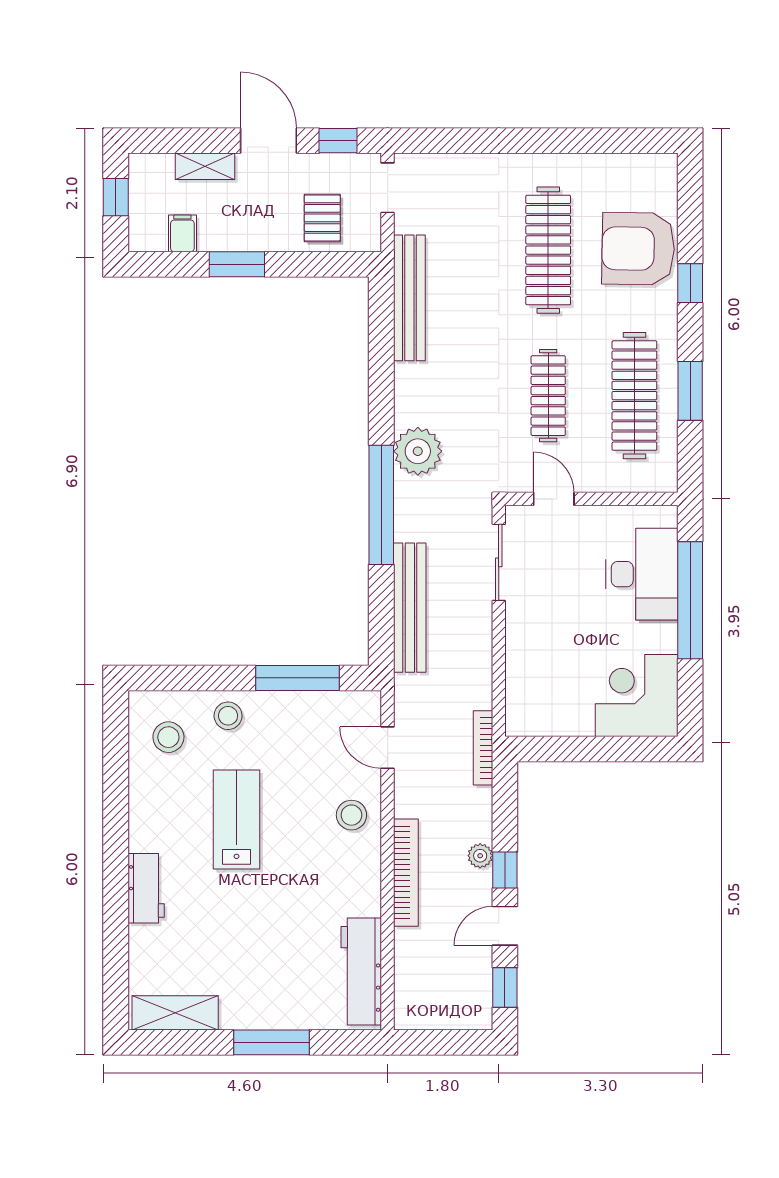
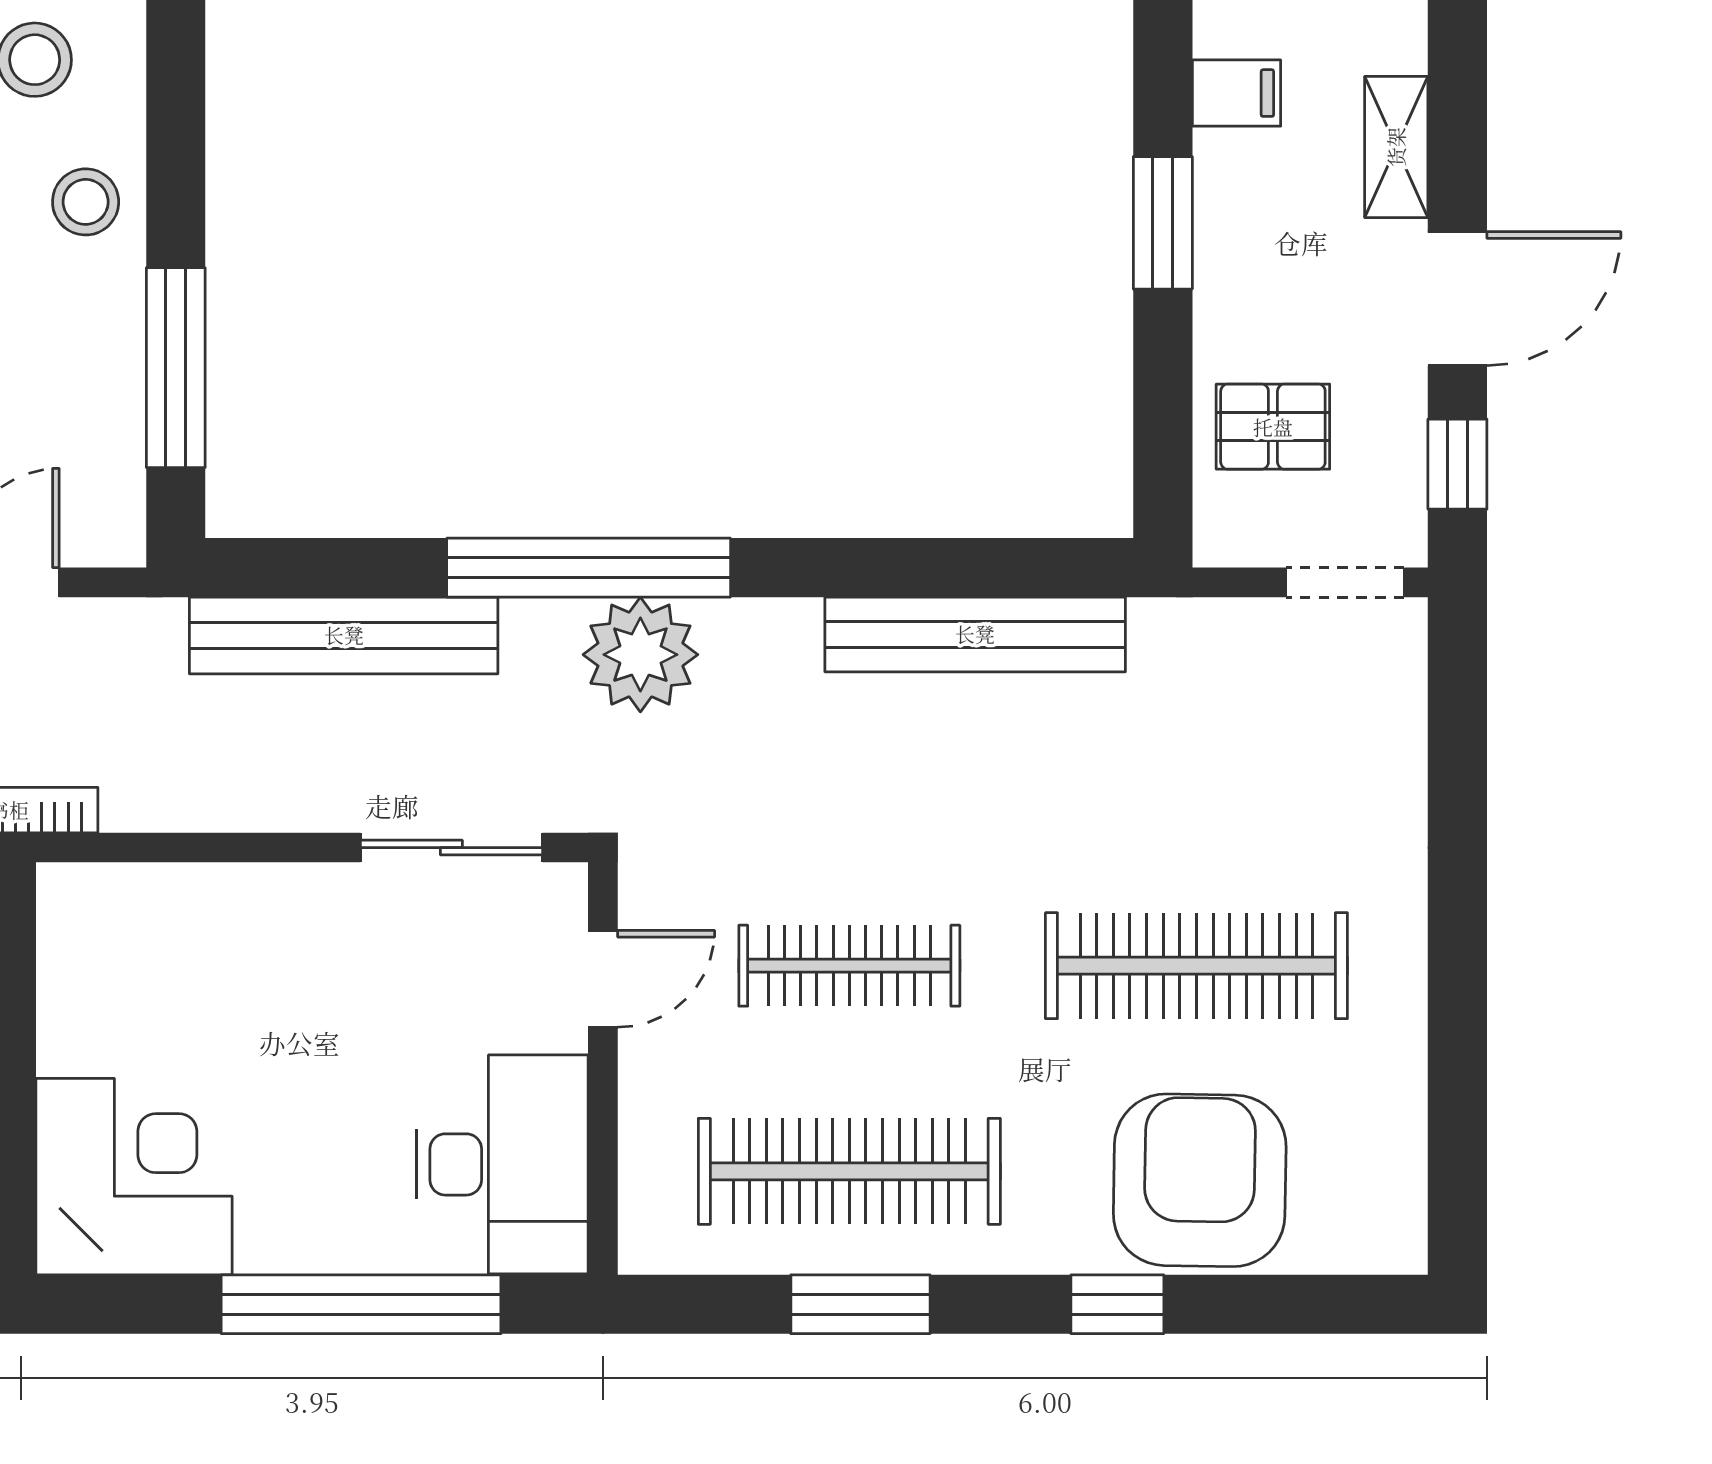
bench: (409, 298) -> (975, 634), moved
plant: (418, 451) -> (640, 655), moved
desk: (642, 574) -> (502, 1164), moved, turned -90

